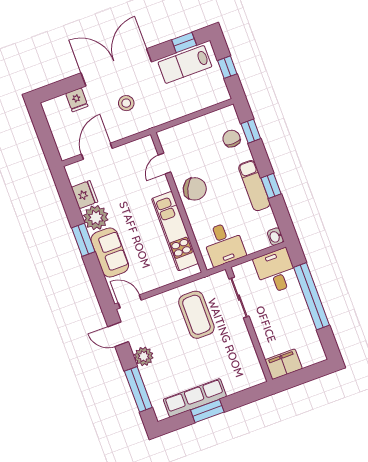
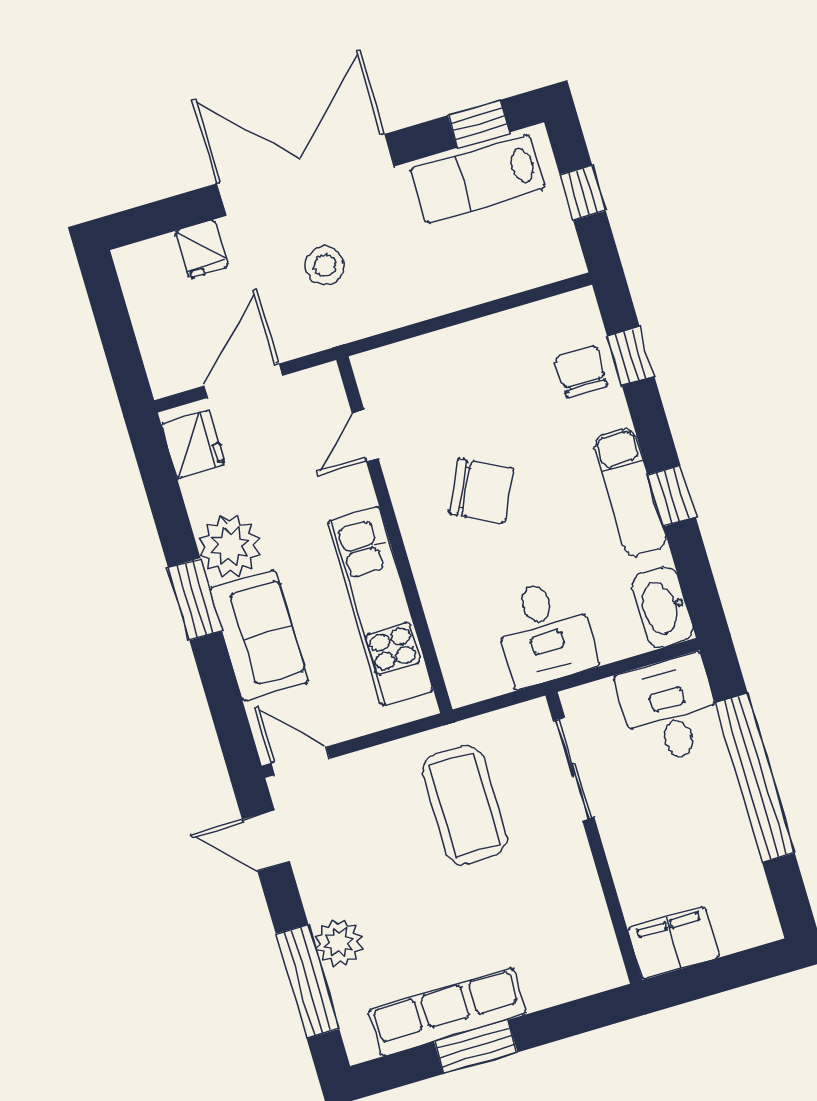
door: (164, 164) -> (365, 436), moved
fridge: (85, 195) -> (193, 444), moved
wall: (179, 202) -> (394, 535), moved
kitchen unit: (175, 231) -> (380, 606), moved
washbasin: (275, 237) -> (662, 607), width x1.91, depth x1.45
plant: (144, 356) -> (339, 943), moved

